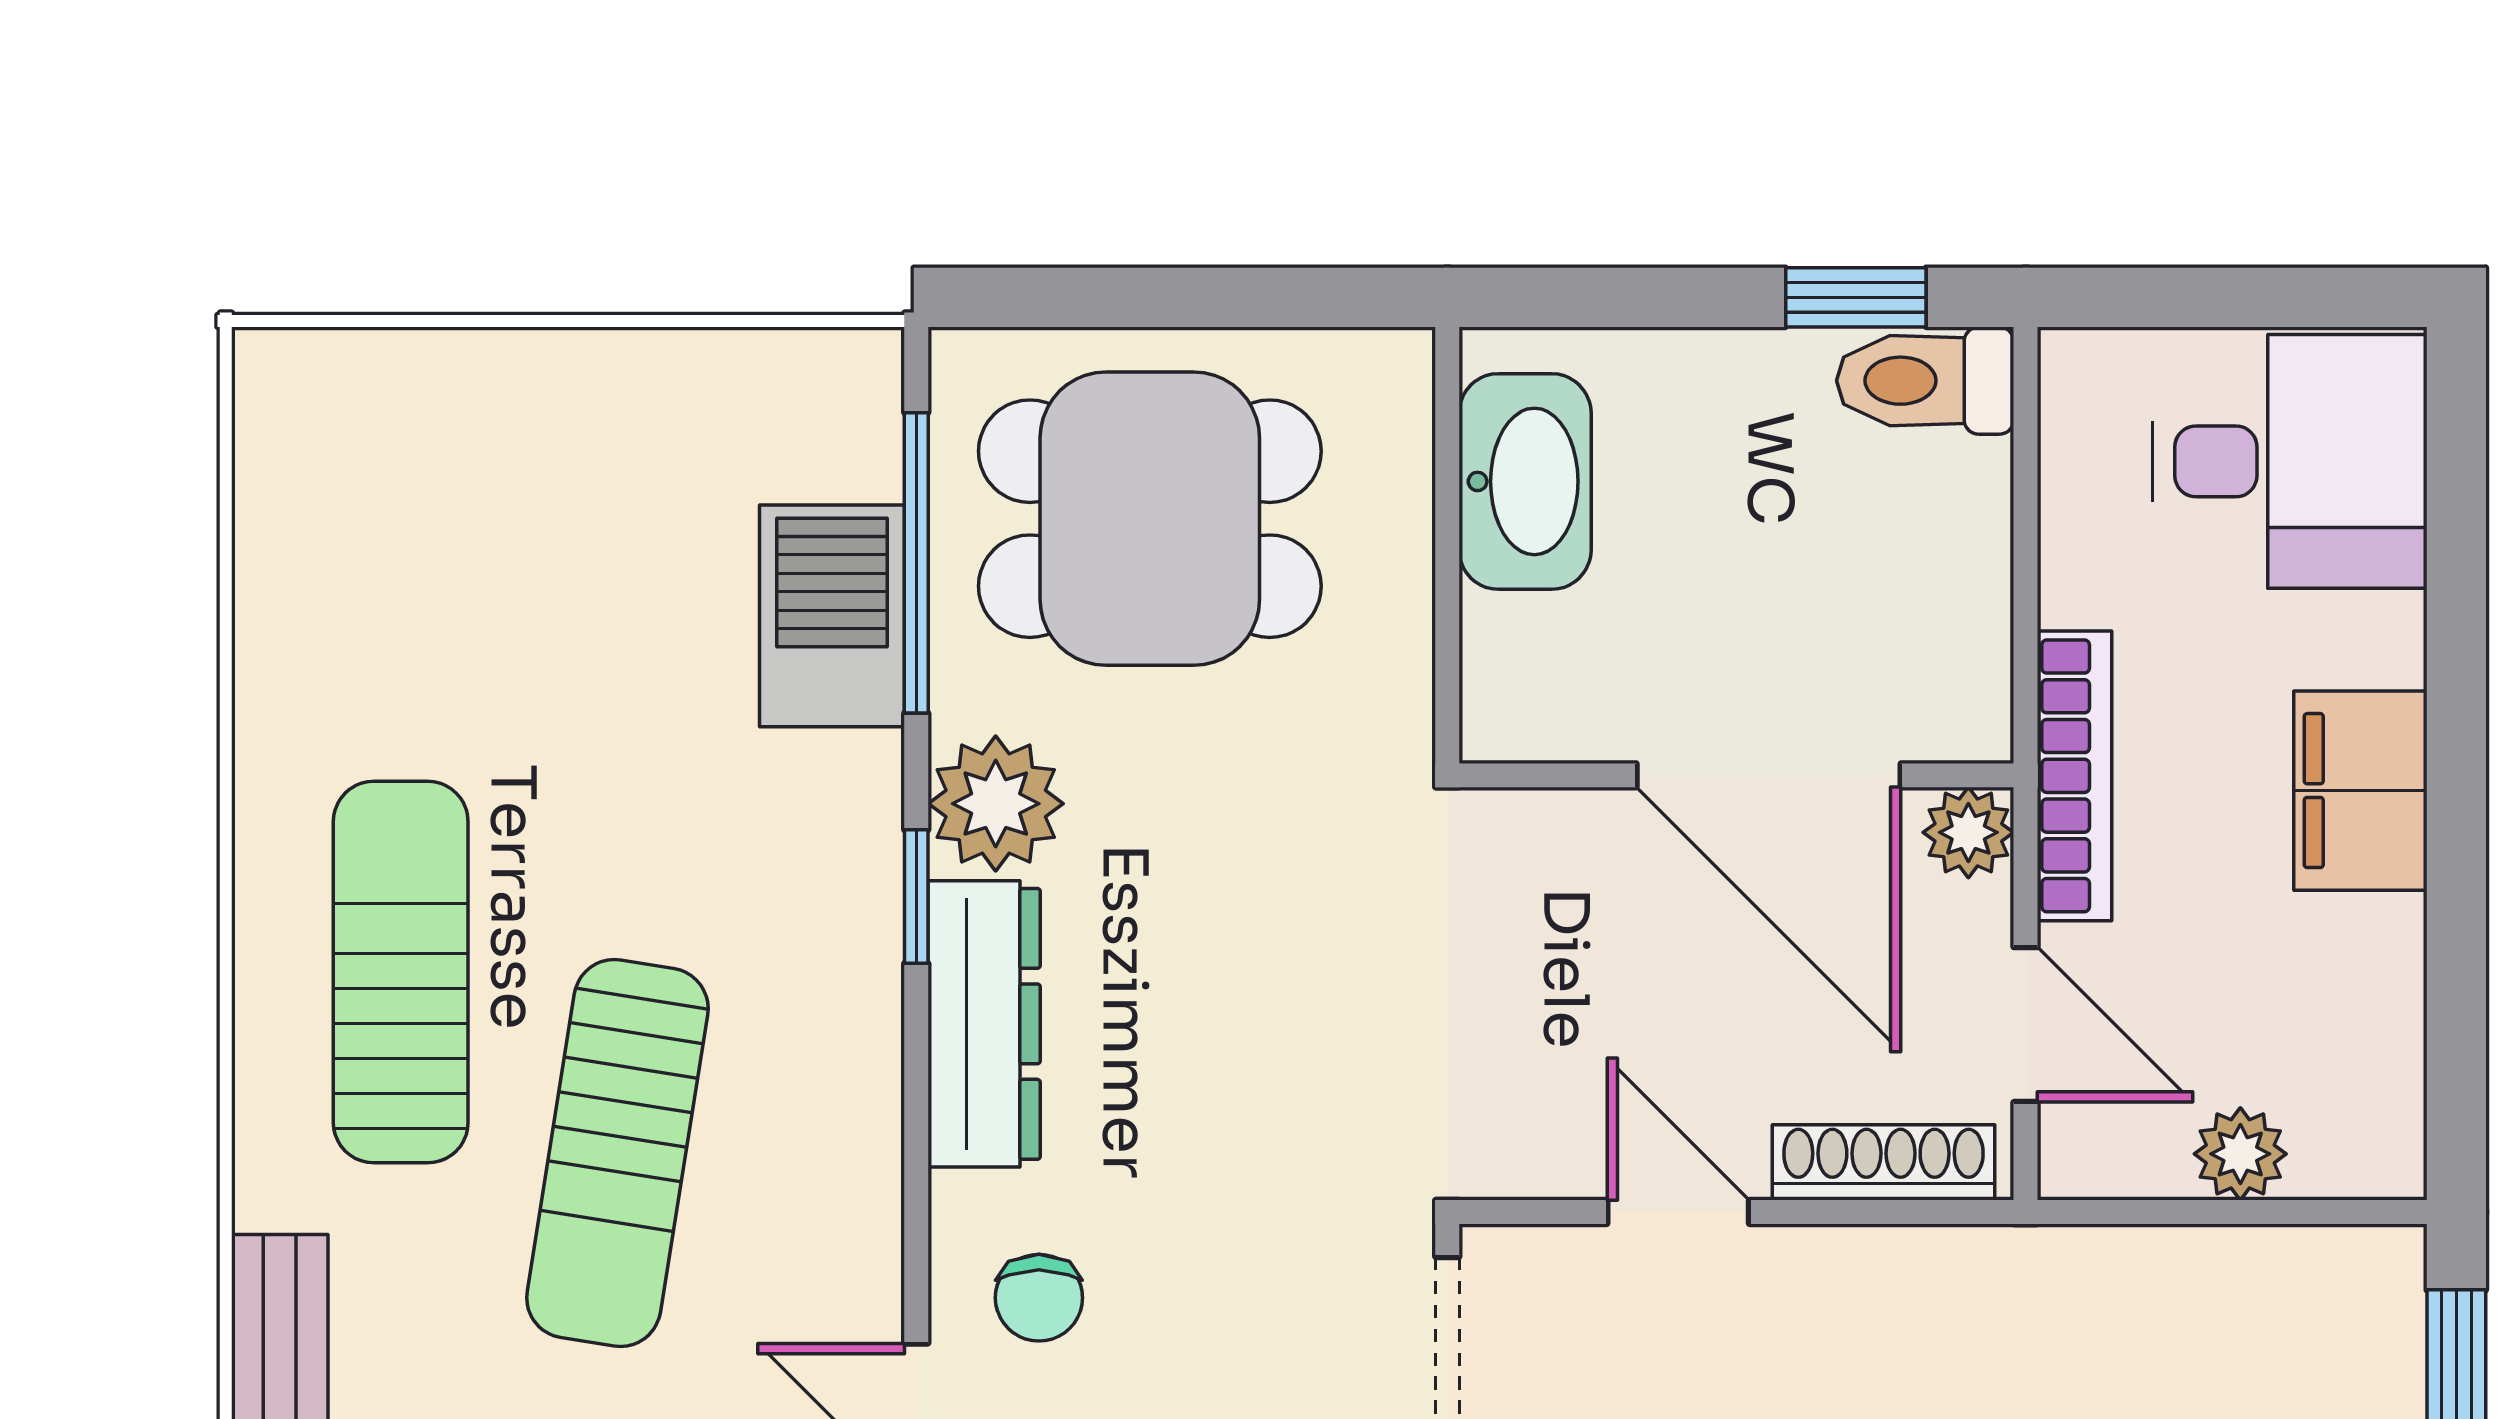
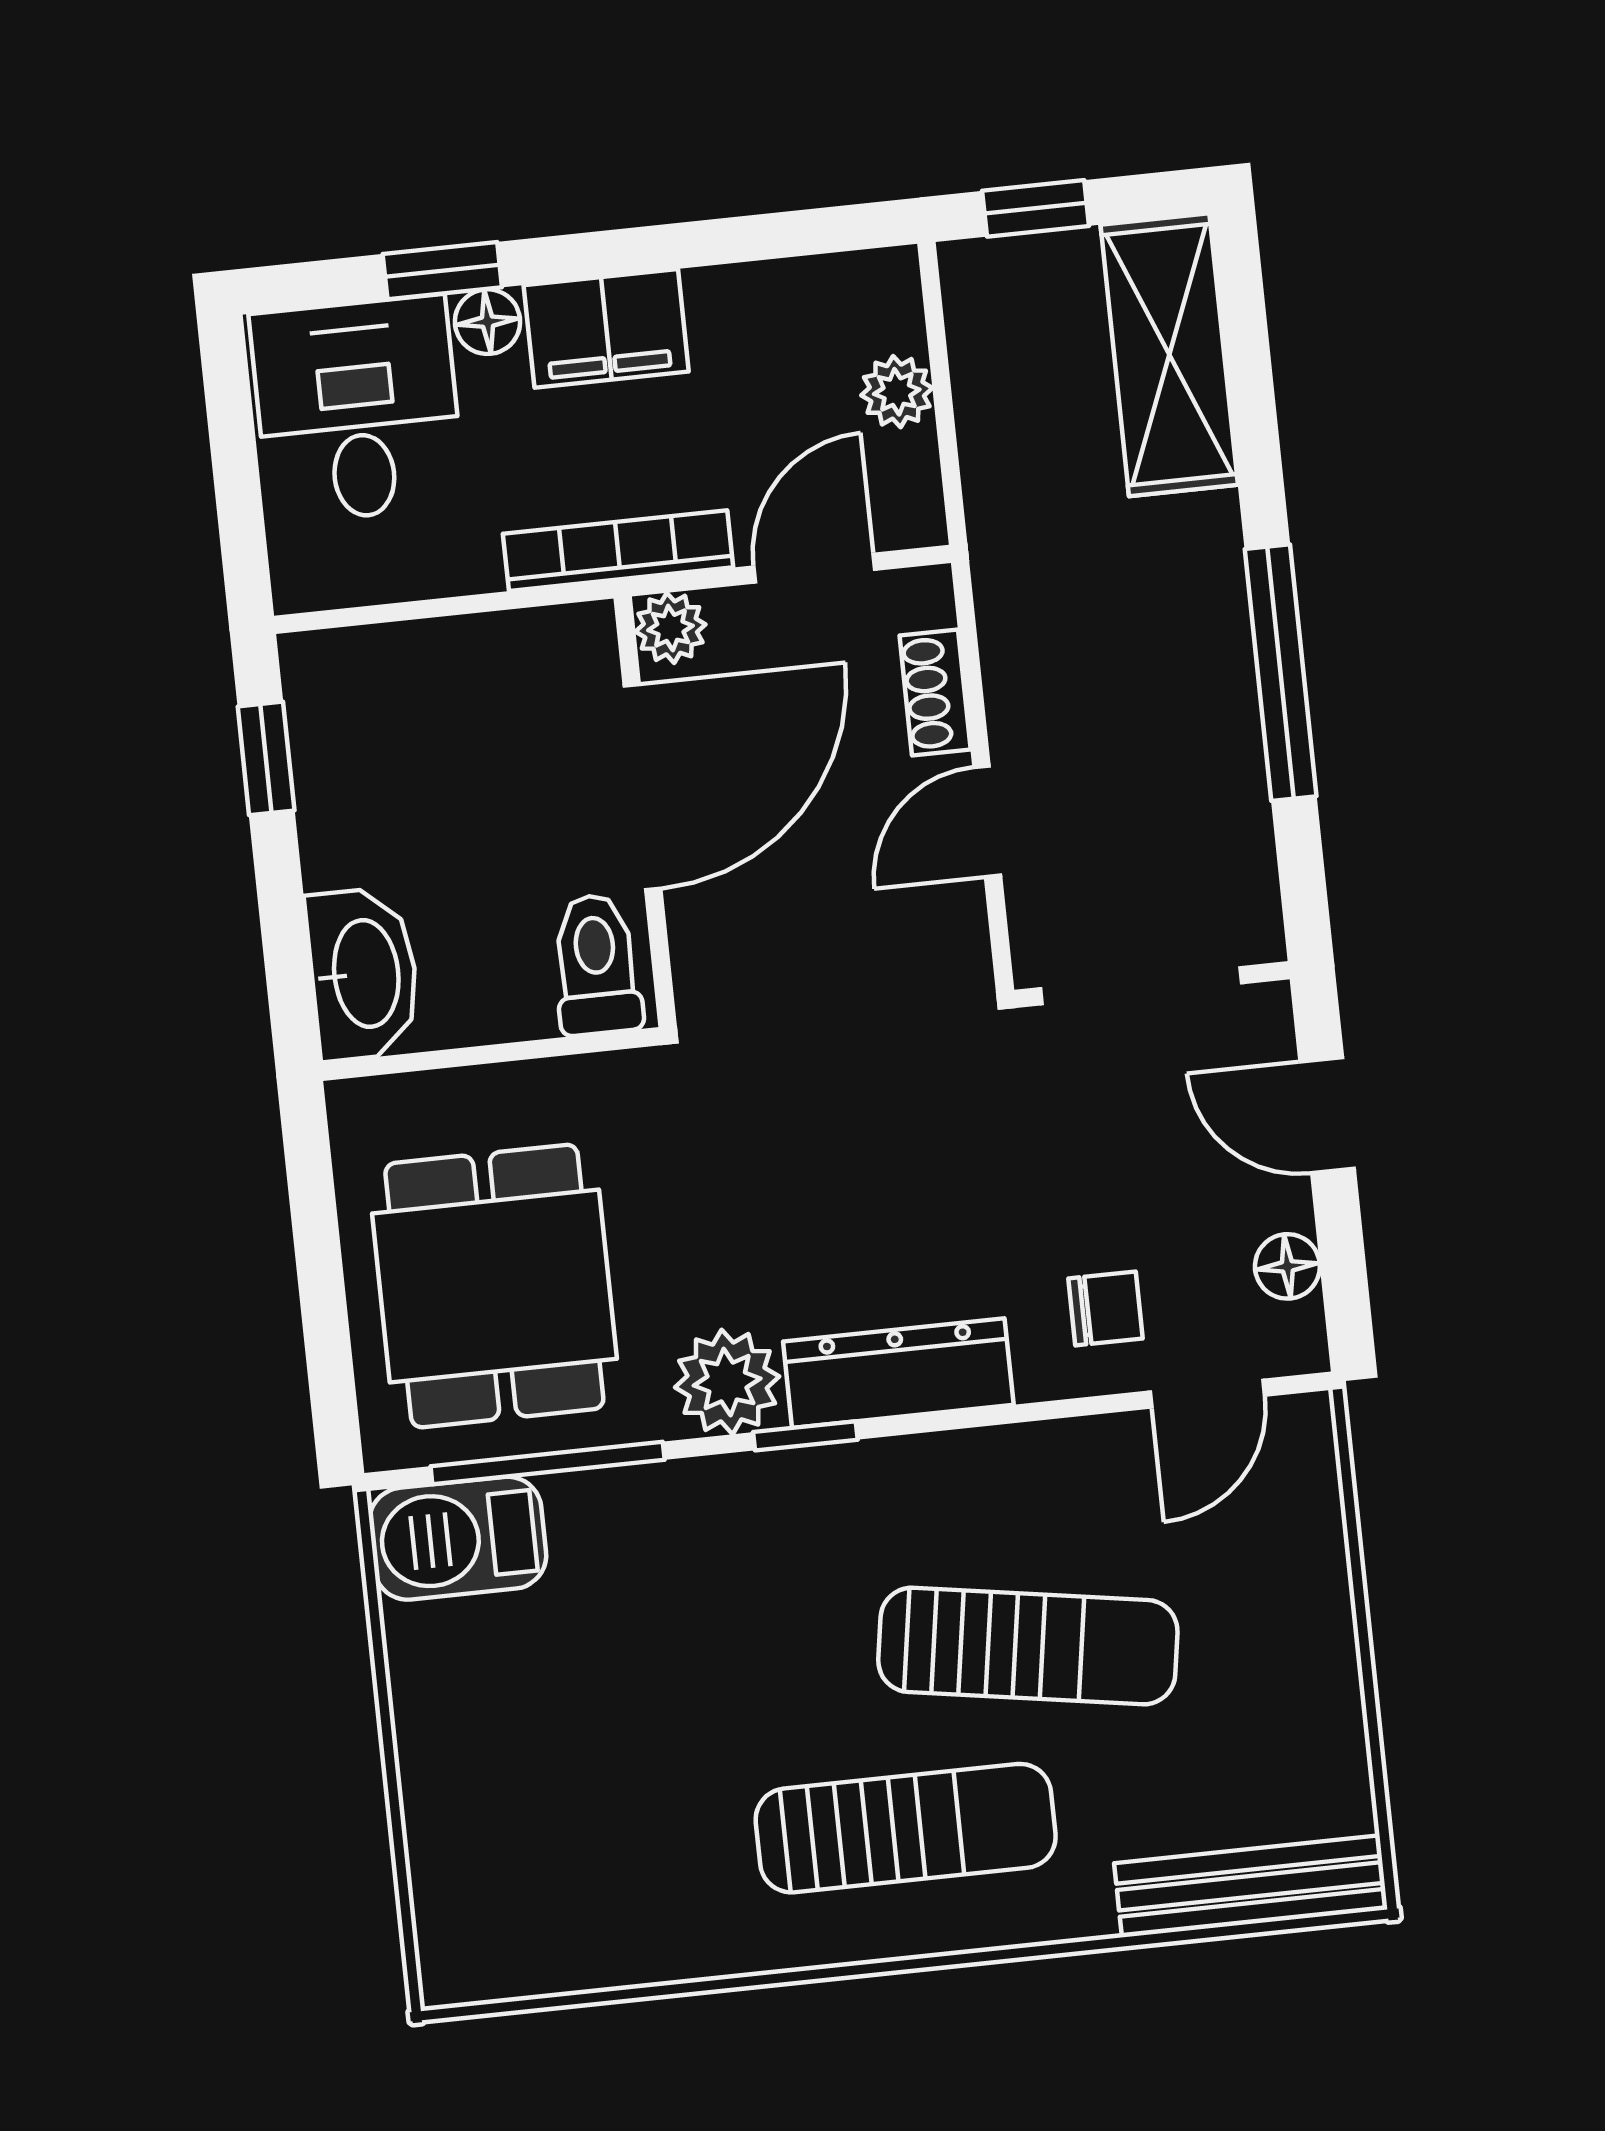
toilet: (1925, 381) -> (596, 965), moved, turned 180
washbasin: (1525, 481) -> (363, 974), moved, turned 90
window: (2456, 588) -> (442, 271), added
barbecue: (832, 616) -> (458, 1538), moved
floor lamp: (2385, 640) -> (488, 322), added
sun lounger: (401, 972) -> (906, 1828), turned 180
shoe rack: (1883, 1162) -> (935, 692), width x0.70

